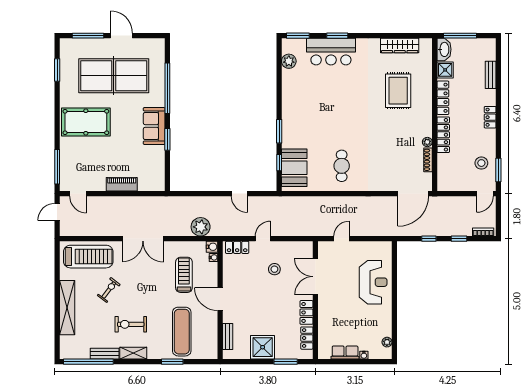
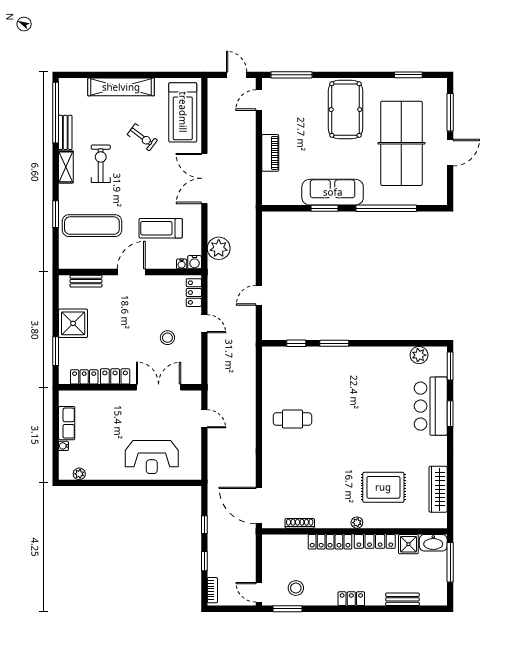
sofa: (154, 126) -> (333, 192), width x1.36
plant: (427, 142) -> (357, 523), moved
booth: (294, 168) -> (290, 362), removed
treadmill: (184, 275) -> (161, 228), turned 180

